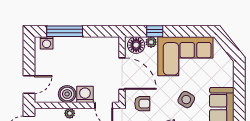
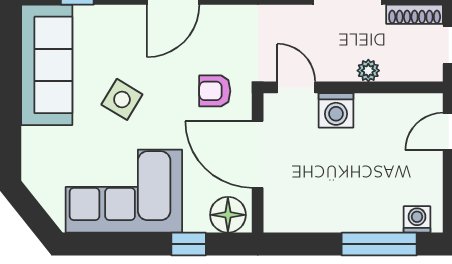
plant: (151, 42) -> (196, 221), removed
boiler: (67, 94) -> (374, 111), removed

